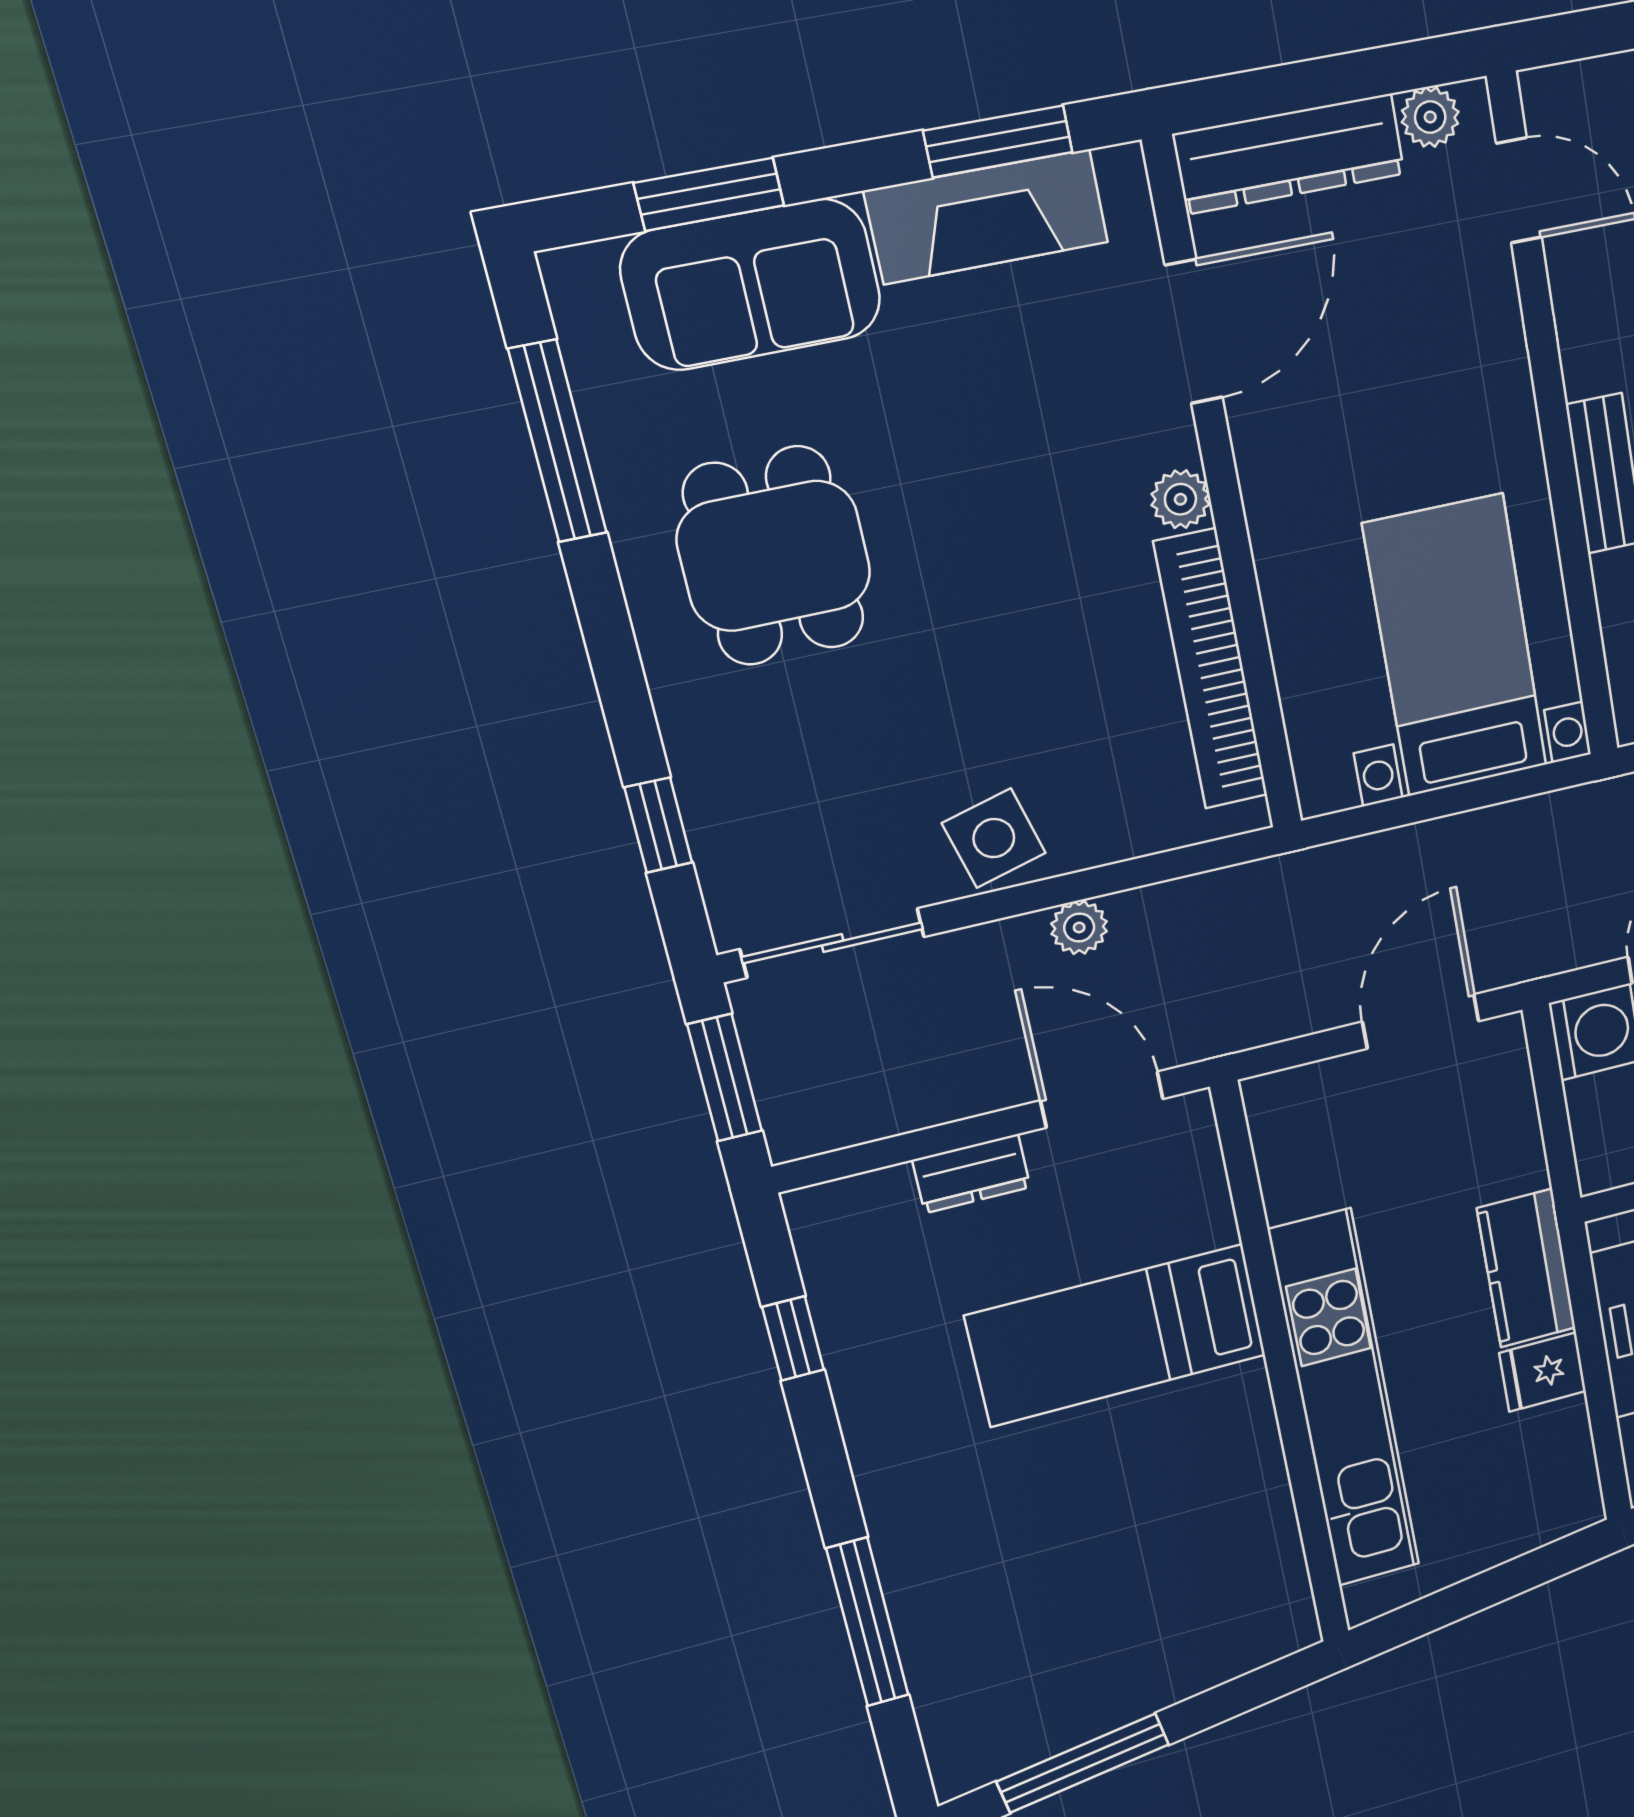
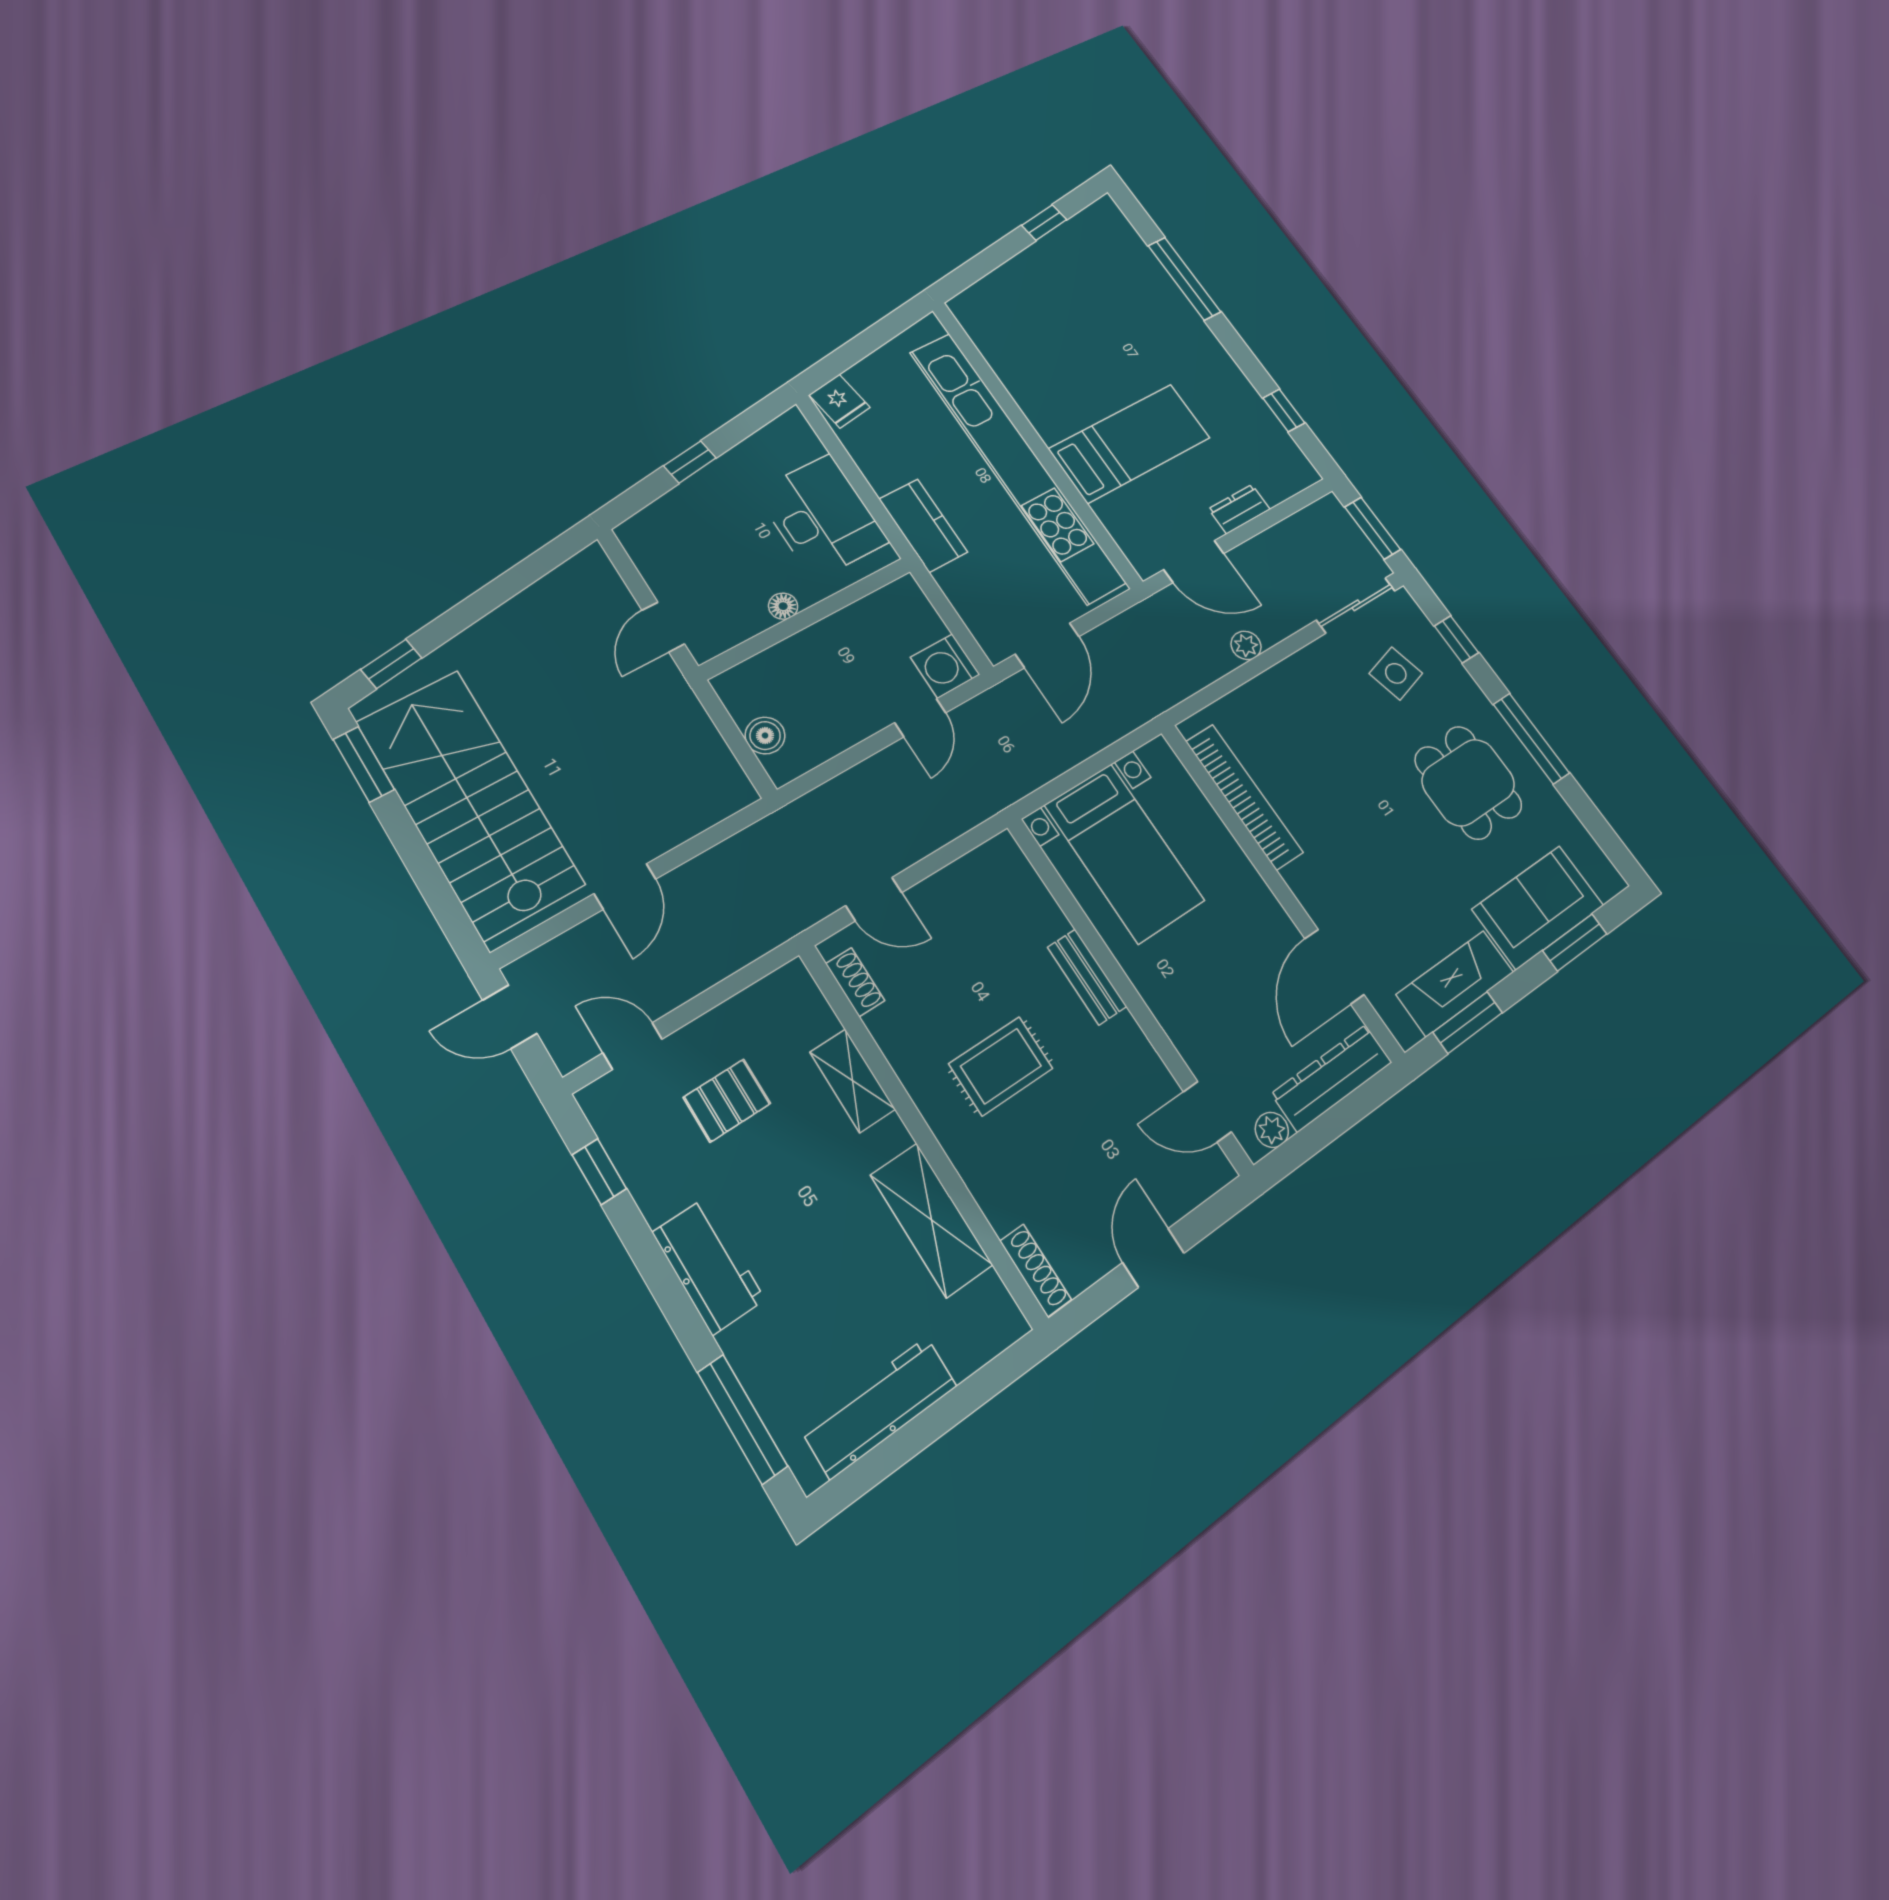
window: (558, 441) -> (1531, 739), moved
plant: (1180, 499) -> (1300, 879), removed
side table: (994, 838) -> (1396, 673), moved
fridge: (1543, 1372) -> (840, 401), moved, turned 81
kitchen unit: (1345, 1400) -> (1016, 466), width x1.36
window: (1083, 1763) -> (1044, 223), width x0.46

